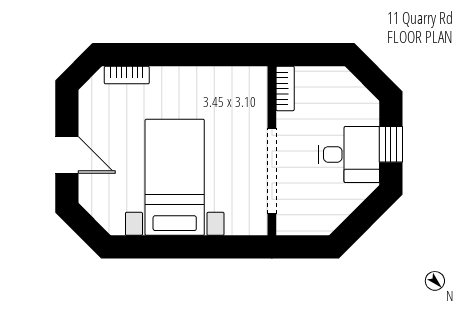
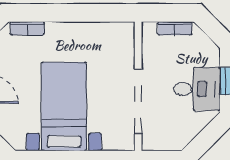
bookcase: (285, 88) -> (175, 28), moved, turned 90

